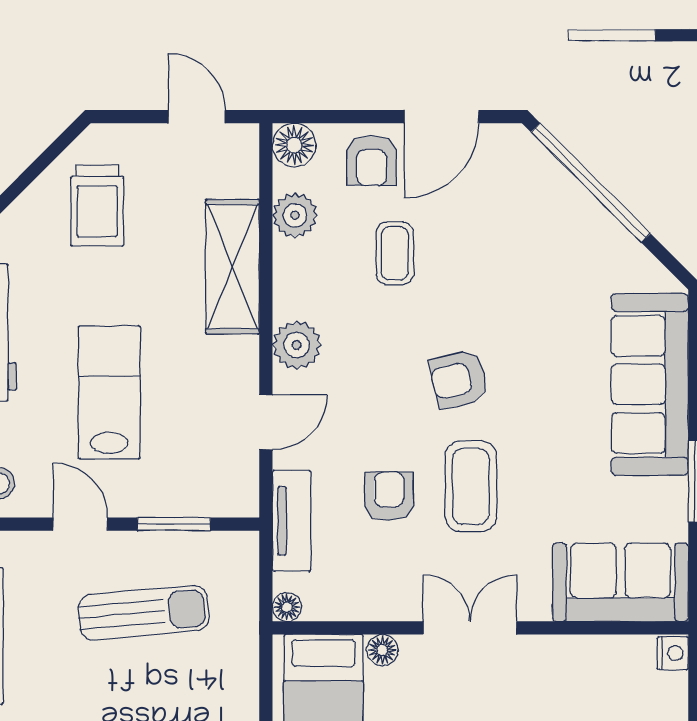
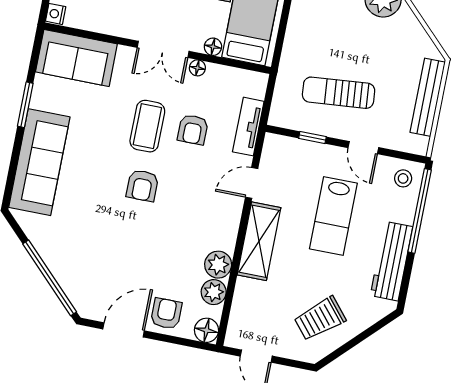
trolley: (97, 206) -> (320, 319), turned -130
coffee table: (395, 253) -> (164, 261), removed
shelving: (233, 267) -> (259, 241), moved
plant: (297, 345) -> (218, 265), moved
armchair: (459, 379) -> (142, 185), turned 103
window: (174, 524) -> (312, 138), width x0.67
floor lamp: (287, 607) -> (197, 68), moved

